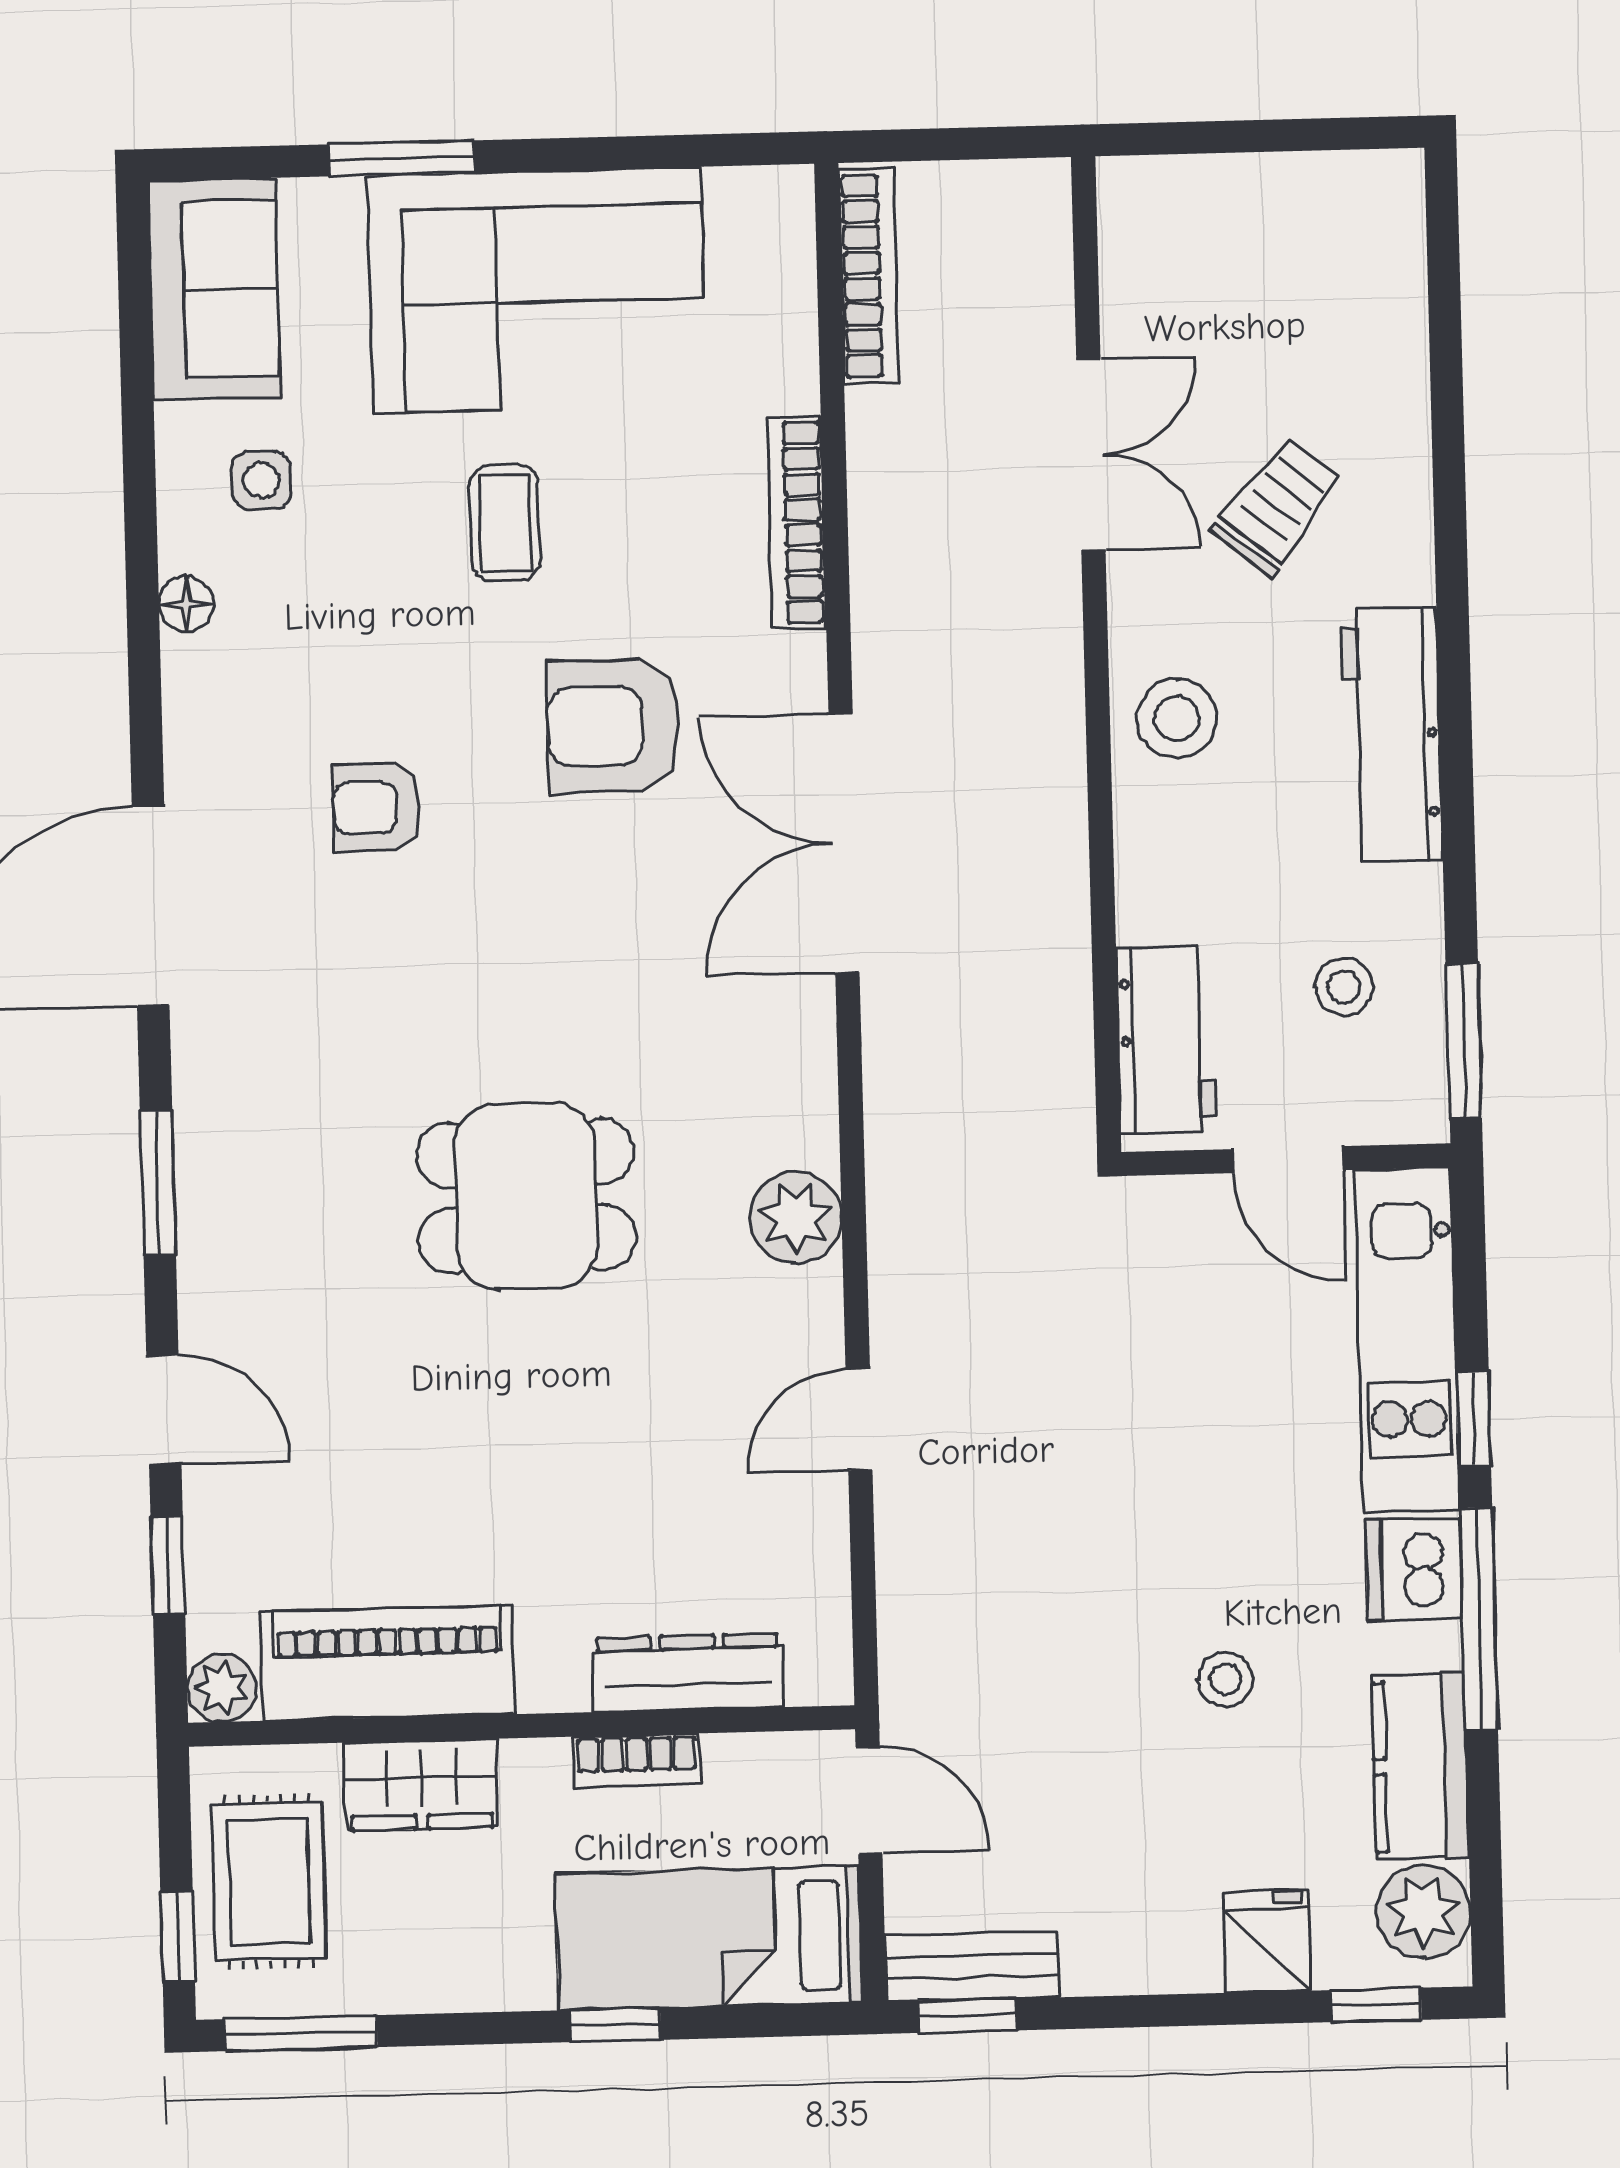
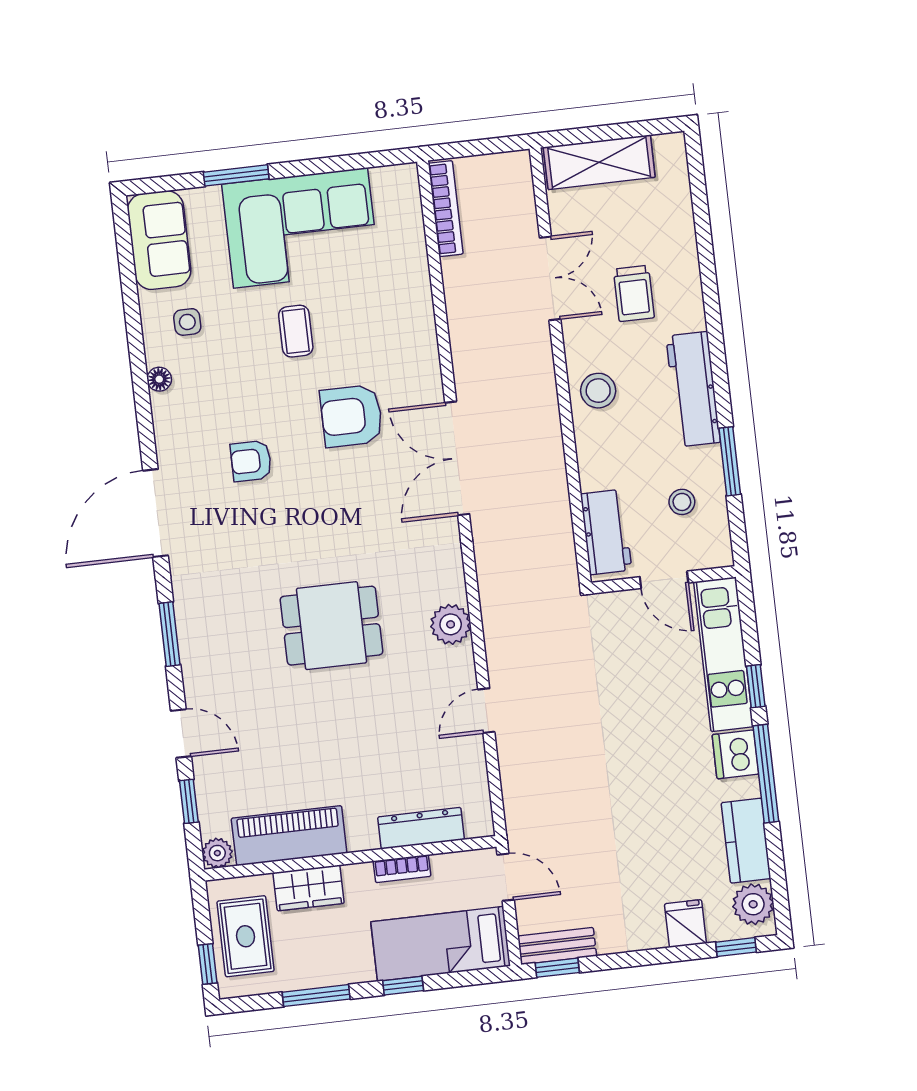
shelving: (1225, 202) -> (599, 162), added
trolley: (1277, 506) -> (634, 293), turned 141
bookcase: (796, 523) -> (424, 320), removed
window: (1464, 1041) -> (730, 461), moved
stool: (1226, 1679) -> (657, 810), removed
window: (301, 2033) -> (316, 996), moved

